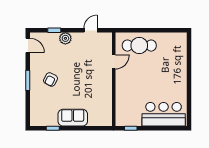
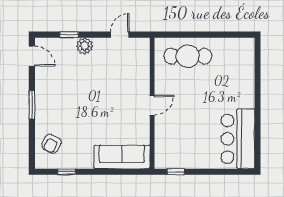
door: (114, 62) -> (152, 105), moved
armchair: (51, 79) -> (51, 144), moved
bar counter: (164, 114) -> (238, 139), moved, turned -90
sofa: (73, 118) -> (122, 157), moved, width x1.36

